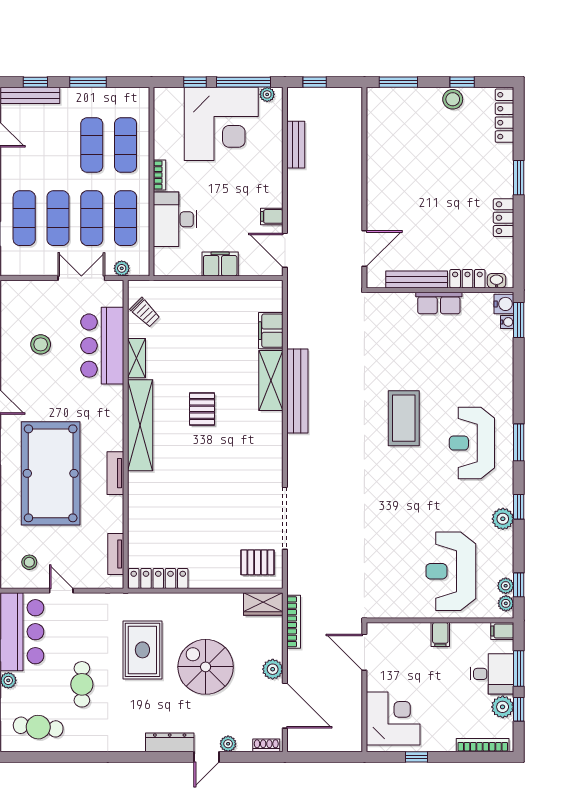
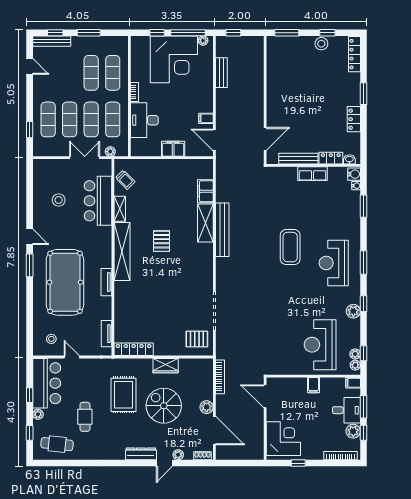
window: (519, 320) -> (363, 206), moved
wardrobe: (263, 604) -> (166, 366), moved

